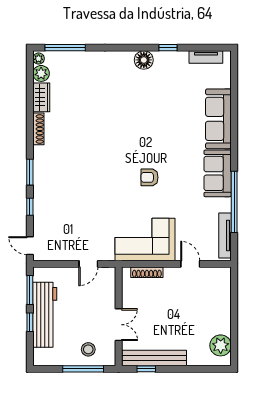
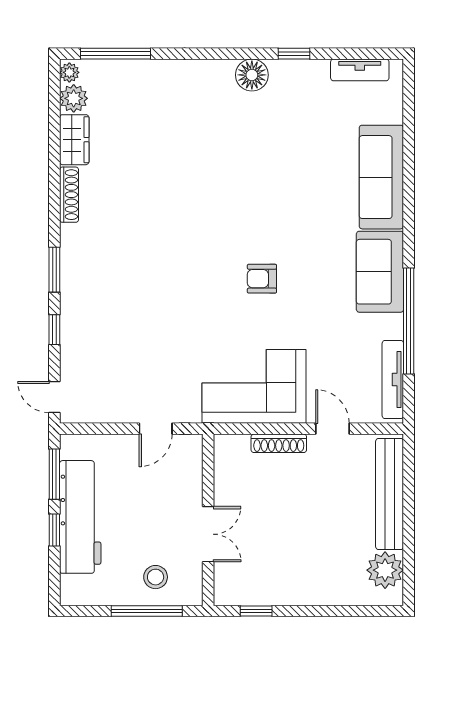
shoe rack: (147, 272) -> (279, 443), moved
bench: (154, 358) -> (390, 494), moved, turned 90

